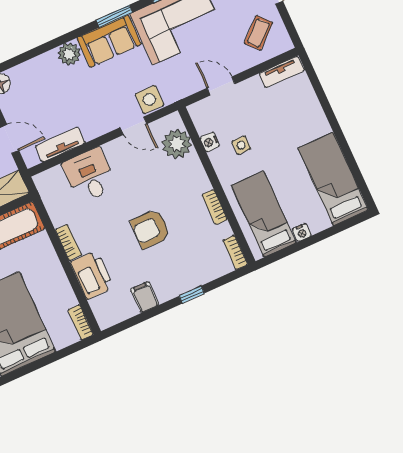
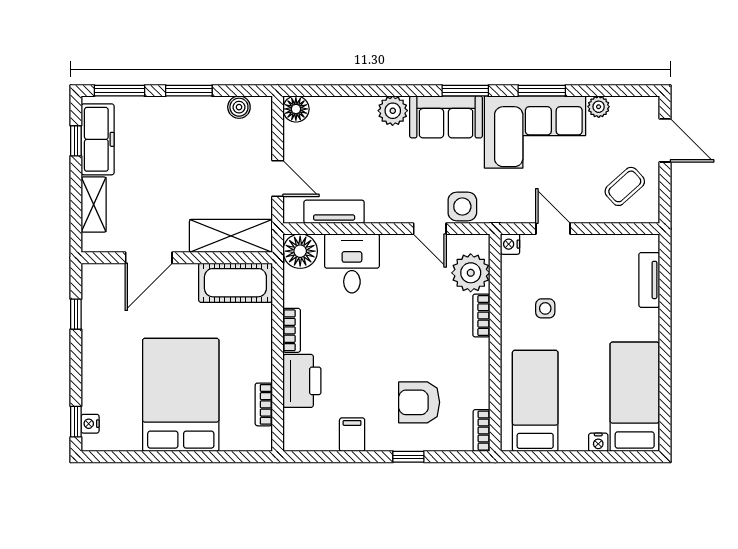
tv unit: (282, 72) -> (649, 280), moved, turned 90
nightstand: (210, 142) -> (510, 244), moved
floor lamp: (49, 183) -> (300, 251), added
bookcase: (215, 207) -> (481, 315), moved
armchair: (151, 229) -> (419, 402), moved
nightstand: (302, 232) -> (598, 442), moved
bookcase: (81, 322) -> (264, 404), moved

